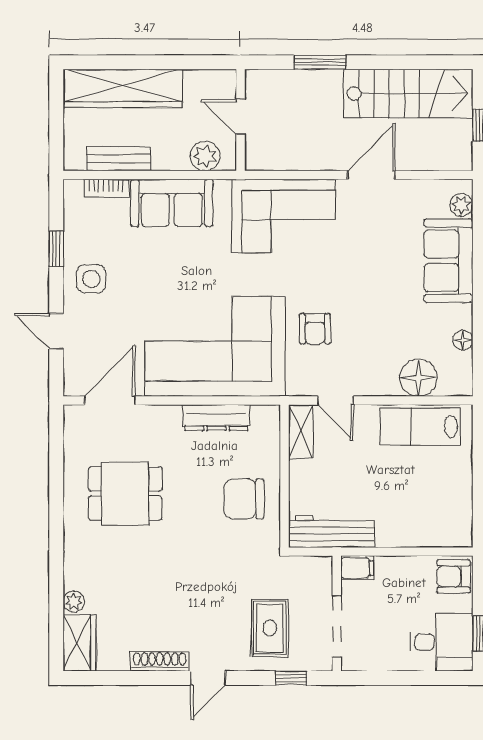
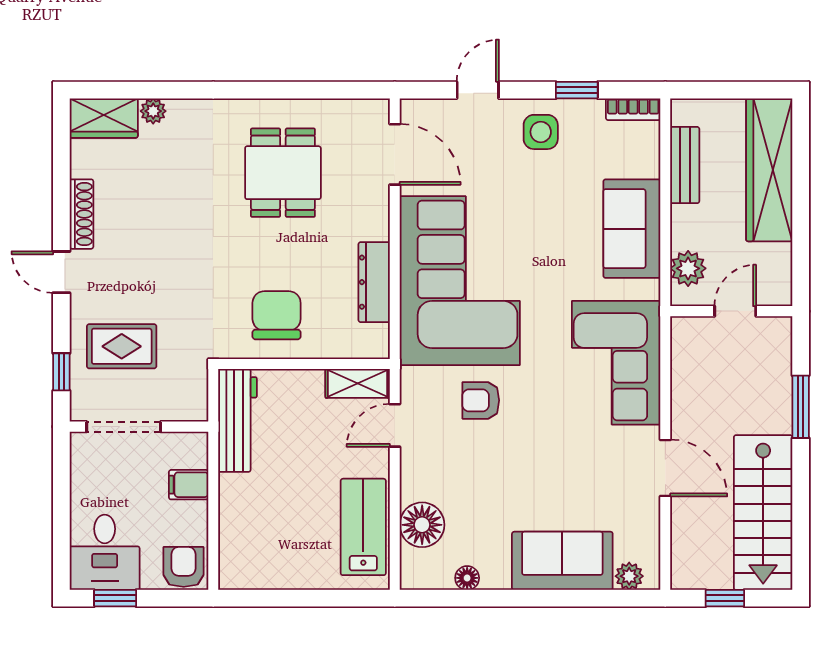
bookcase: (106, 188) -> (633, 109), moved, turned -90
filing cabinet: (357, 568) -> (189, 485), moved, turned 90

